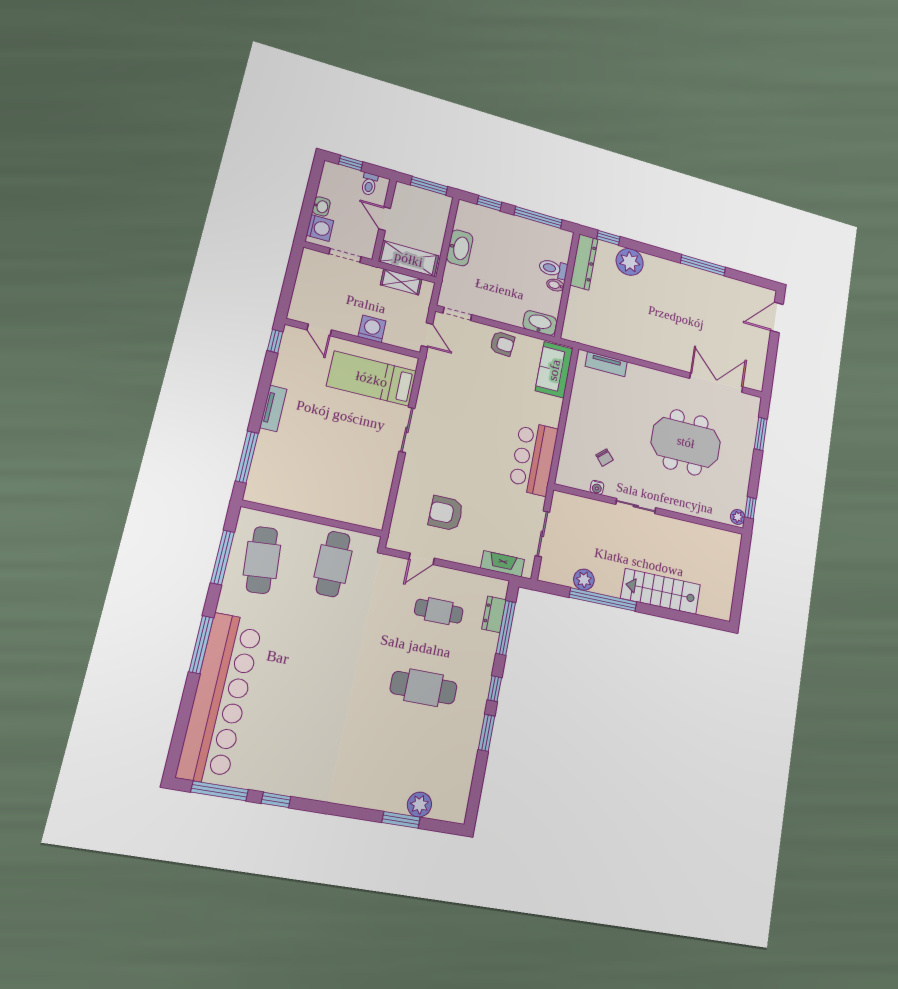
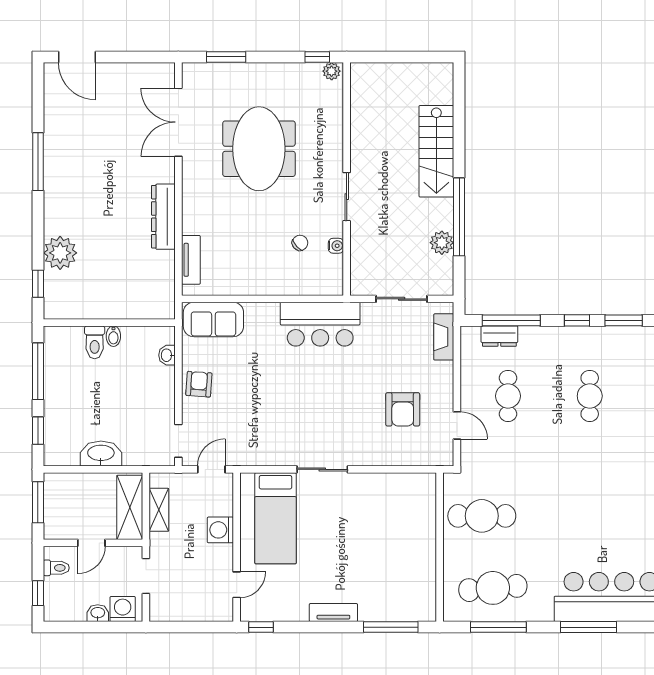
dresser: (584, 262) -> (163, 217), moved, turned -90
washbasin: (540, 323) -> (167, 355), width x0.52, depth x0.69
cafe table: (424, 688) -> (590, 396), width x0.73, depth x0.74

